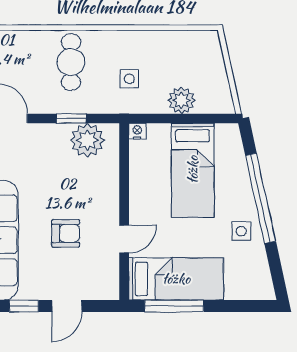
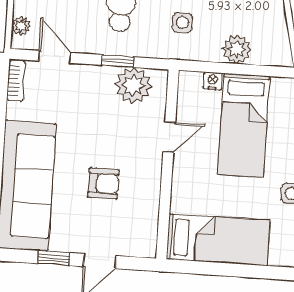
nightstand: (137, 131) -> (213, 81), moved
door: (124, 239) -> (169, 137), moved
window: (174, 306) -> (214, 269), removed

